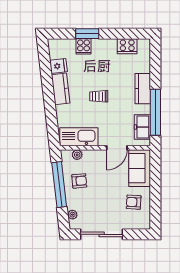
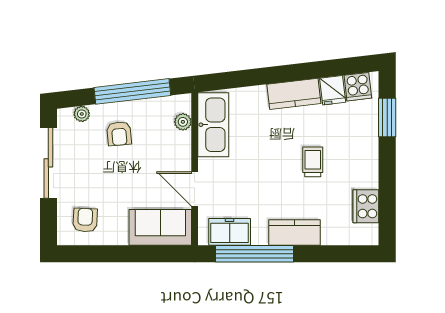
window: (87, 34) -> (387, 117), moved
cooker: (84, 46) -> (358, 87), moved, turned -97
trolley: (99, 96) -> (313, 162), moved
armchair: (79, 181) -> (119, 134), moved
armchair: (134, 202) -> (85, 220), moved

